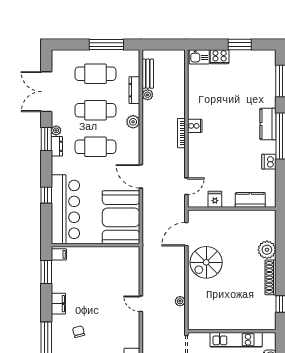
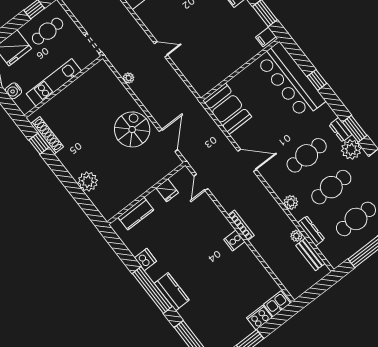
plant: (56, 130) -> (351, 150), width x1.88, depth x1.88
booth: (121, 217) -> (227, 109), width x0.73, depth x0.70
shoe rack: (271, 277) -> (47, 135), moved

